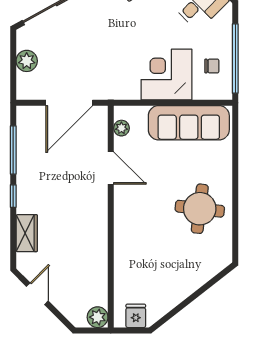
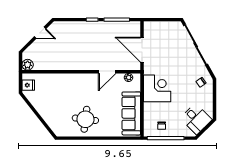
plant: (27, 61) -> (164, 27), removed
corner desk: (166, 74) -> (157, 88), moved
wardrobe: (27, 233) -> (72, 27), removed

